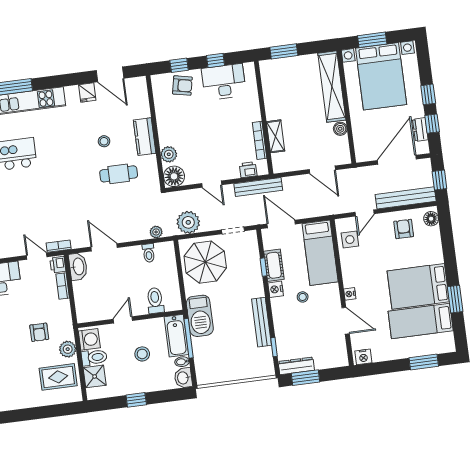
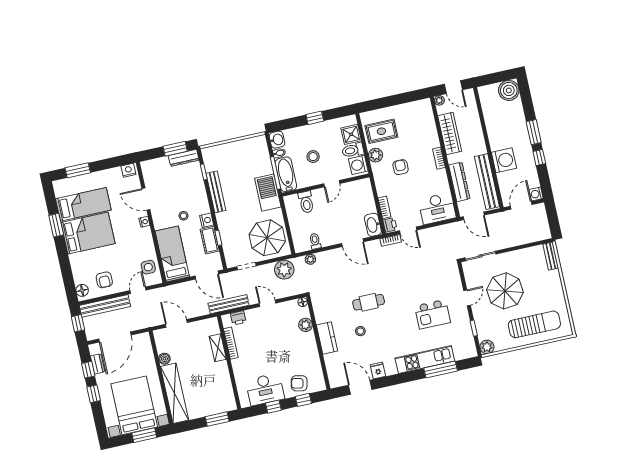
cafe table: (119, 174) -> (369, 302), moved
floor lamp: (174, 176) -> (303, 302), width x0.53, depth x0.53

